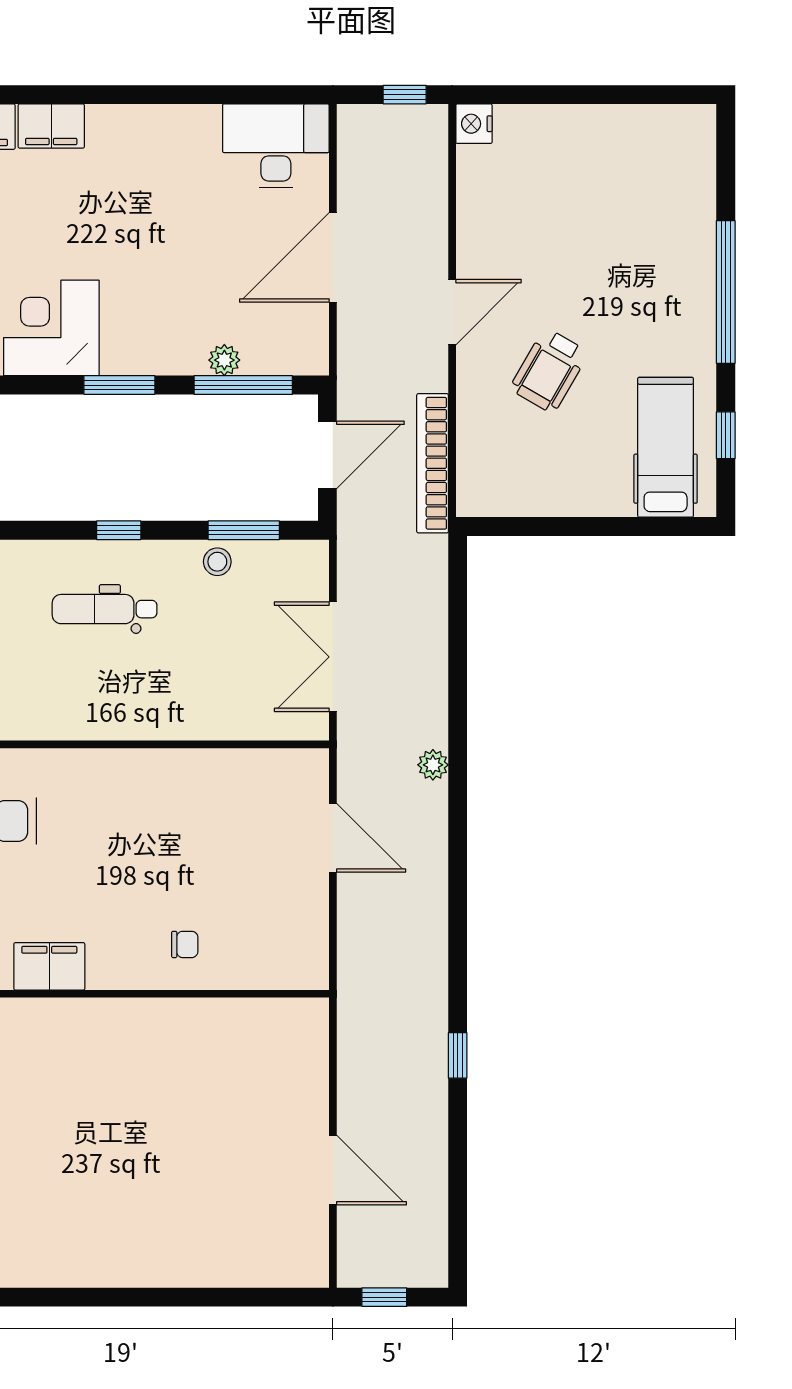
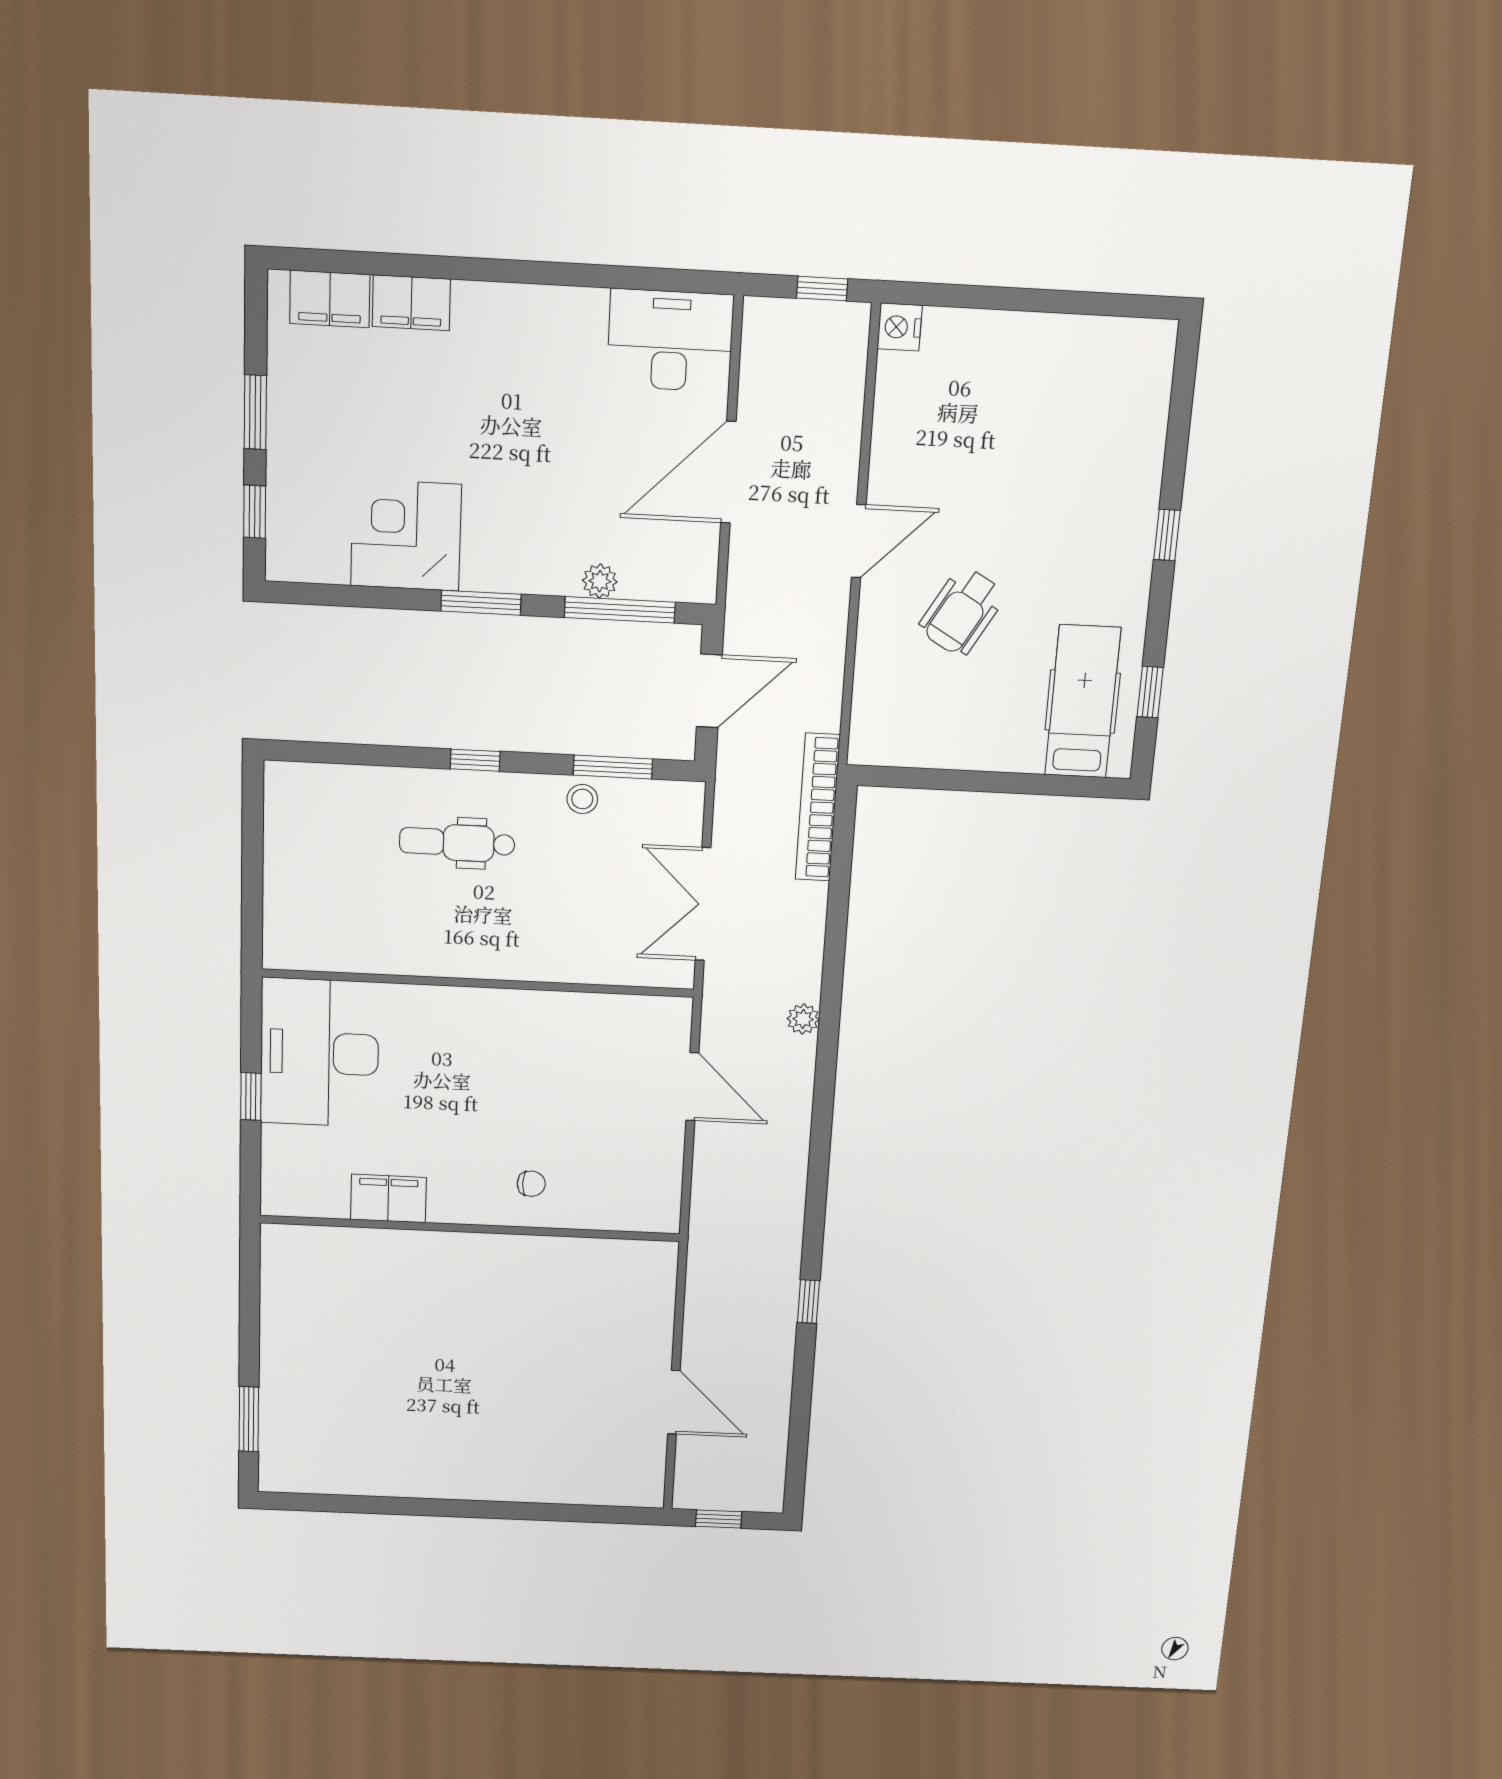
window: (726, 292) -> (1167, 535), width x0.32
bookcase: (433, 463) -> (818, 807), moved

